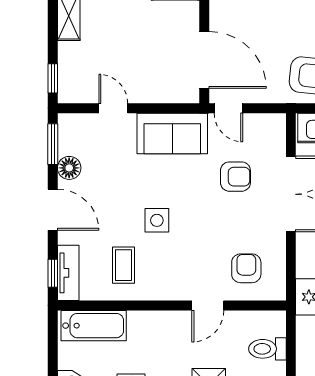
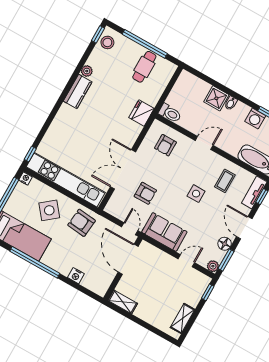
door: (113, 108) -> (186, 261), swing flipped
plant: (68, 123) -> (213, 266), added
armchair: (235, 177) -> (145, 193), turned 180
door: (208, 305) -> (204, 143), moved
toilet: (267, 349) -> (170, 113), moved

